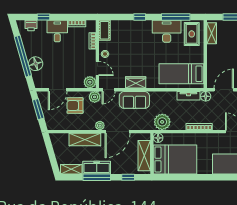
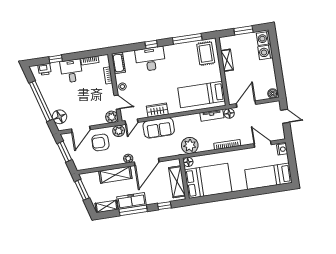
desk: (167, 31) -> (150, 59), moved
shelving: (212, 33) -> (227, 60), moved
floor lamp: (36, 64) -> (60, 117), moved
window: (50, 149) -> (82, 190), added

